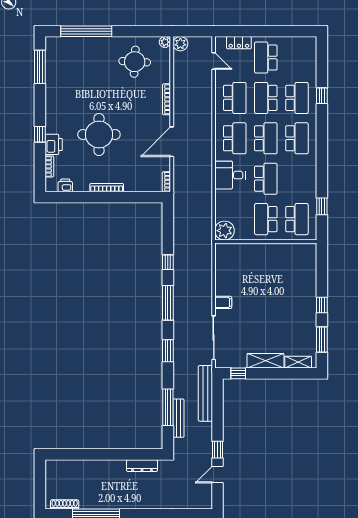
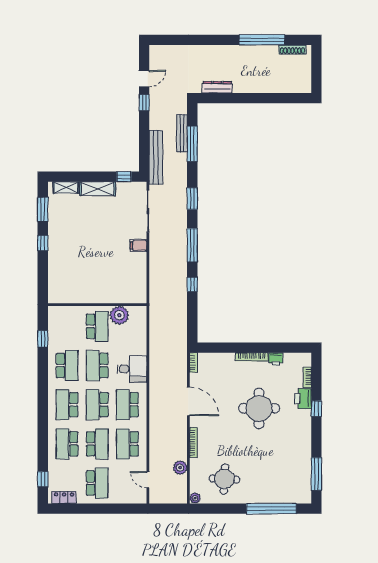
locker: (239, 43) -> (64, 497), moved
plant: (180, 44) -> (180, 468), moved
window: (322, 96) -> (43, 479), moved
door: (172, 142) -> (188, 401), hinge flipped
printer: (65, 185) -> (276, 359), moved
school desk: (297, 219) -> (67, 366), moved, turned 180
plant: (225, 231) -> (119, 315), moved

